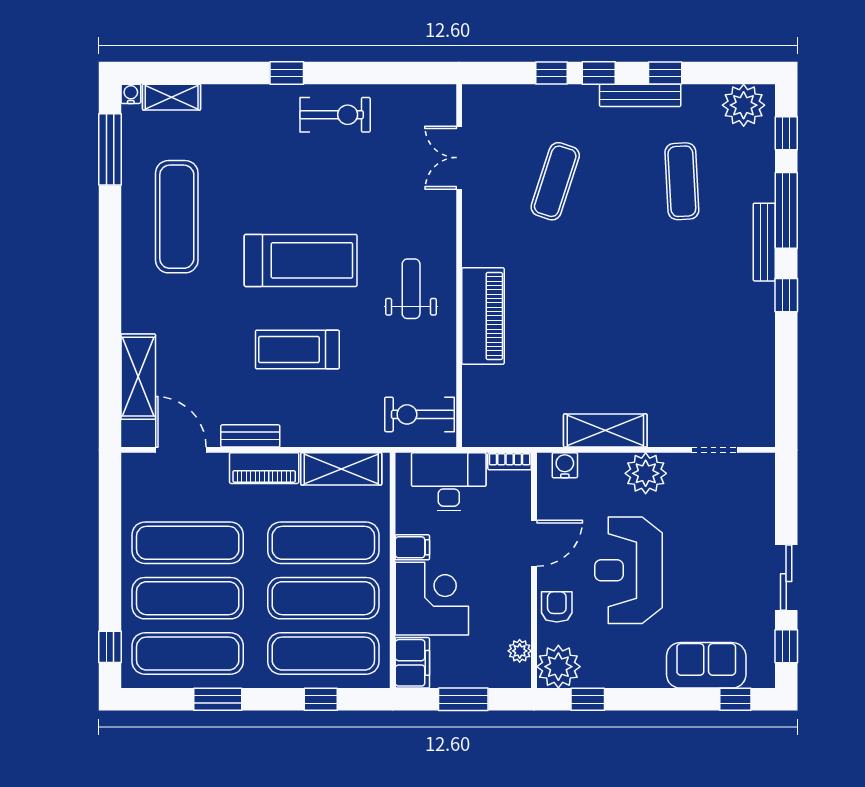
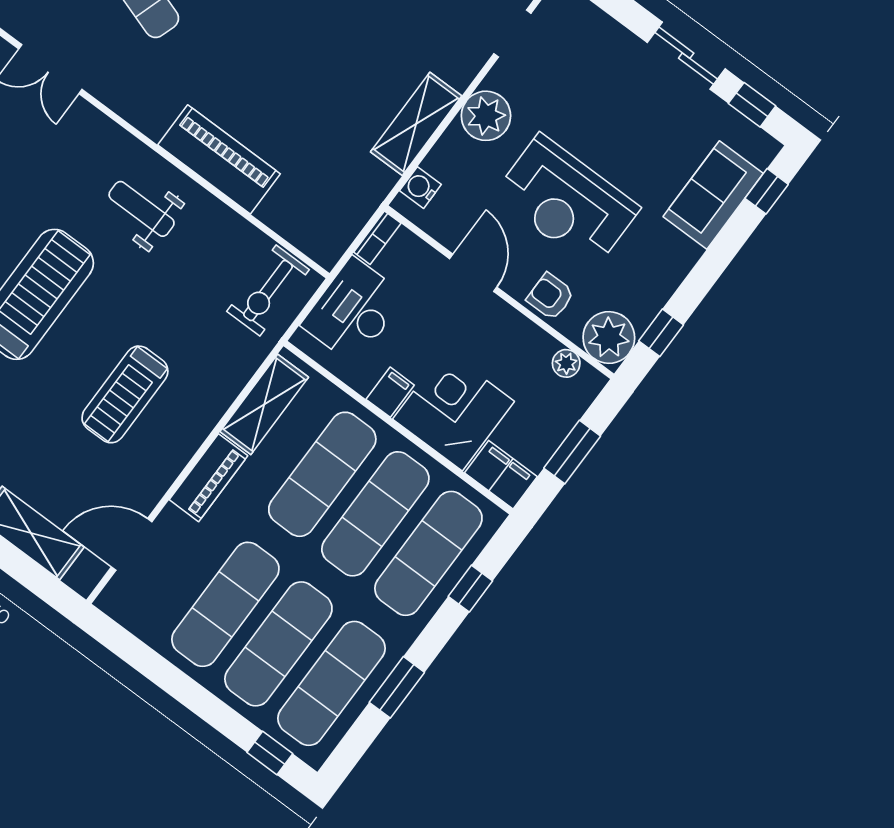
treadmill: (297, 349) -> (125, 394), moved
bench: (250, 436) -> (168, 468), removed

